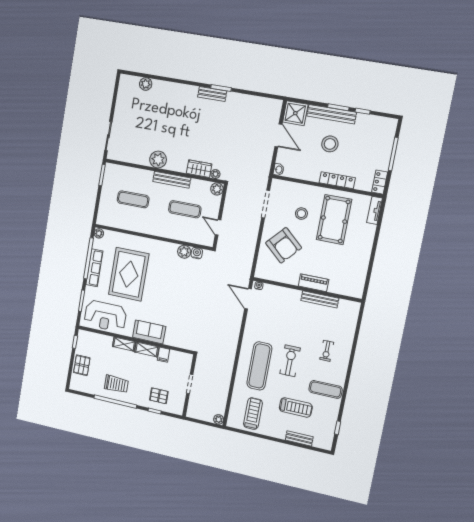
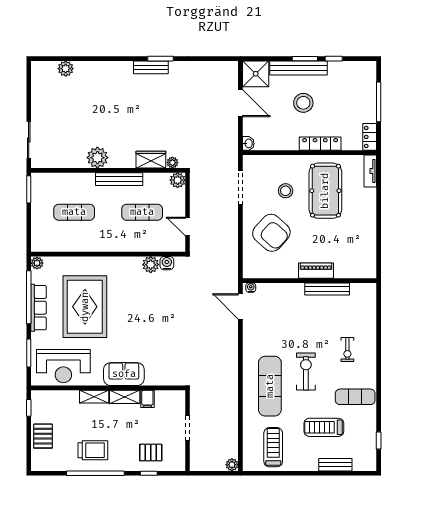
treadmill: (296, 407) -> (324, 427), turned 180

